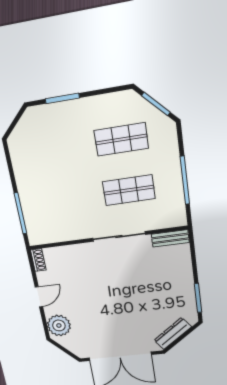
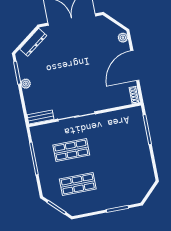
plant: (187, 284) -> (26, 84), added
door: (39, 297) -> (135, 65), width x1.88
plant: (59, 325) -> (123, 38), width x0.53, depth x0.53

